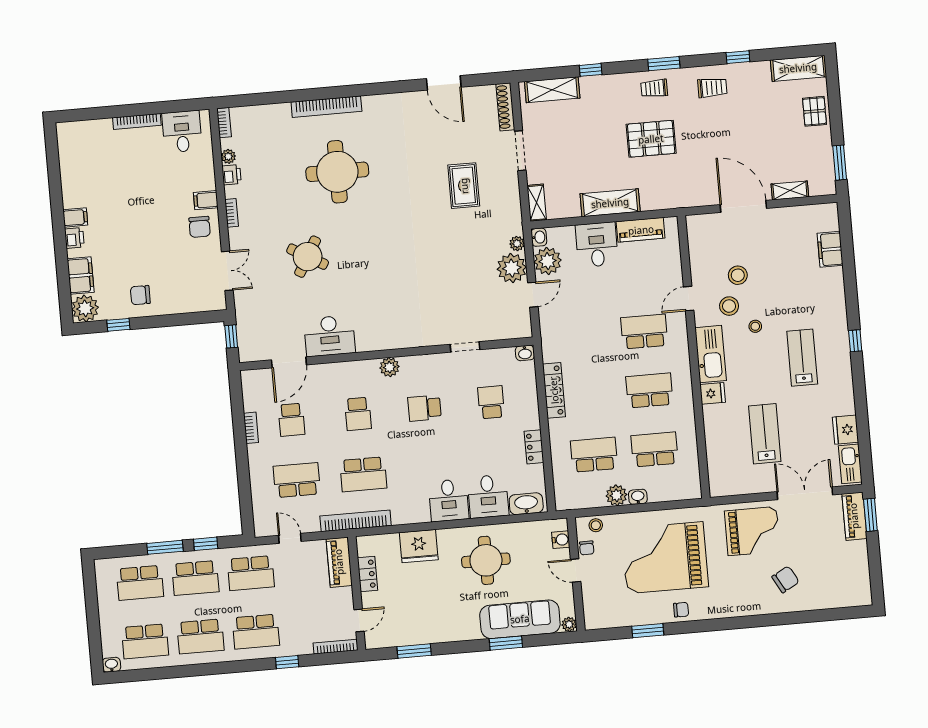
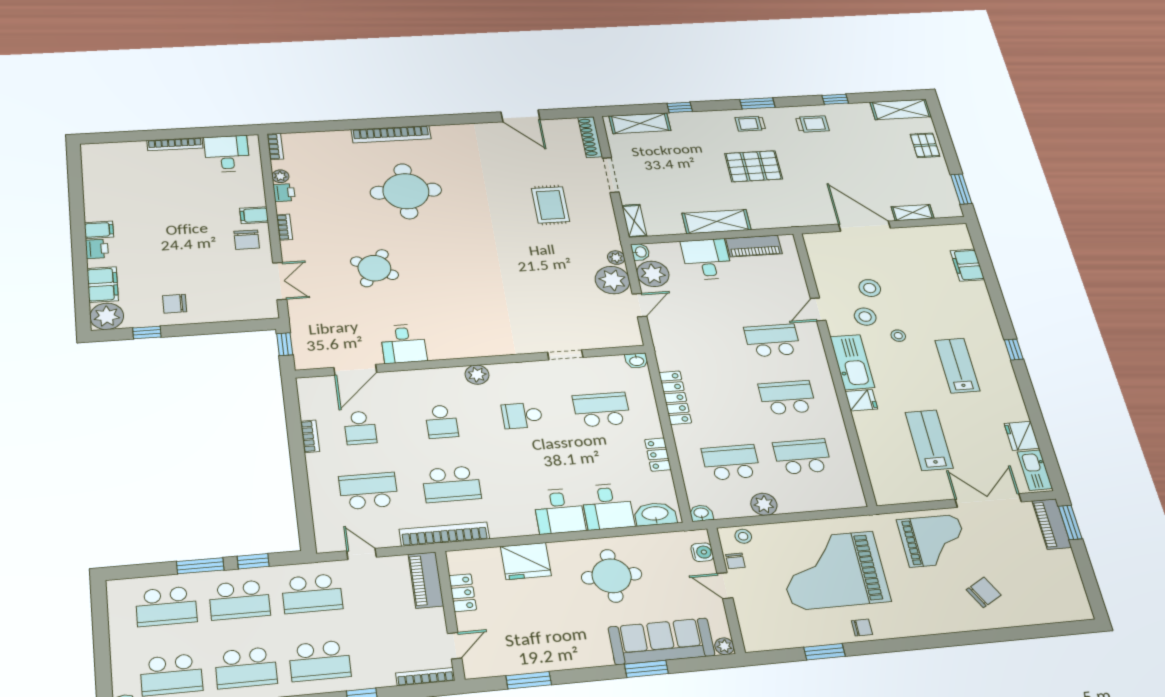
desk: (330, 336) -> (403, 344), width x0.73
school desk: (491, 402) -> (602, 409), width x1.85
washbasin: (638, 497) -> (701, 513), moved

